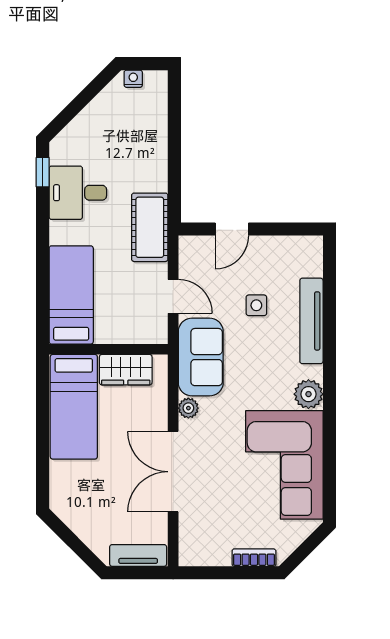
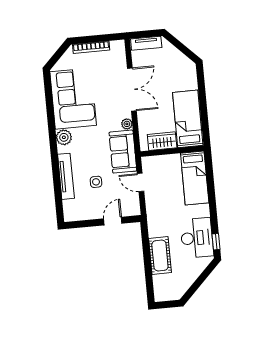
nightstand: (133, 79) -> (173, 296), removed
desk: (78, 193) -> (197, 238), width x1.37
cot: (150, 227) -> (160, 256), moved
bookcase: (254, 558) -> (91, 47), width x1.56

